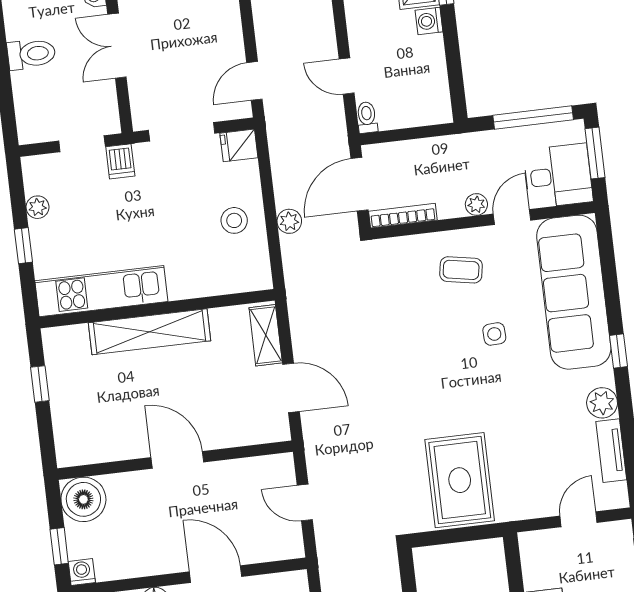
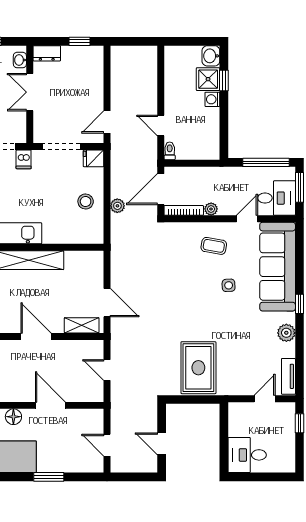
plant: (476, 204) -> (211, 209), moved
shelving: (266, 335) -> (82, 325), moved, turned 90
tv unit: (611, 451) -> (288, 376), moved

